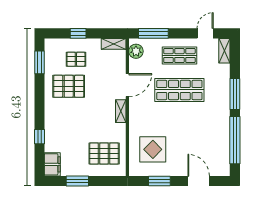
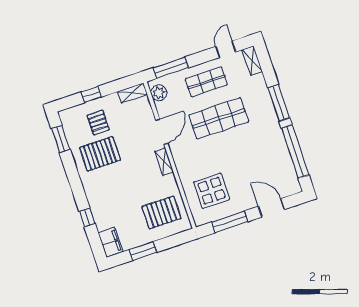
pallet: (76, 59) -> (98, 123), turned 90
window: (159, 181) -> (230, 222), width x1.44

